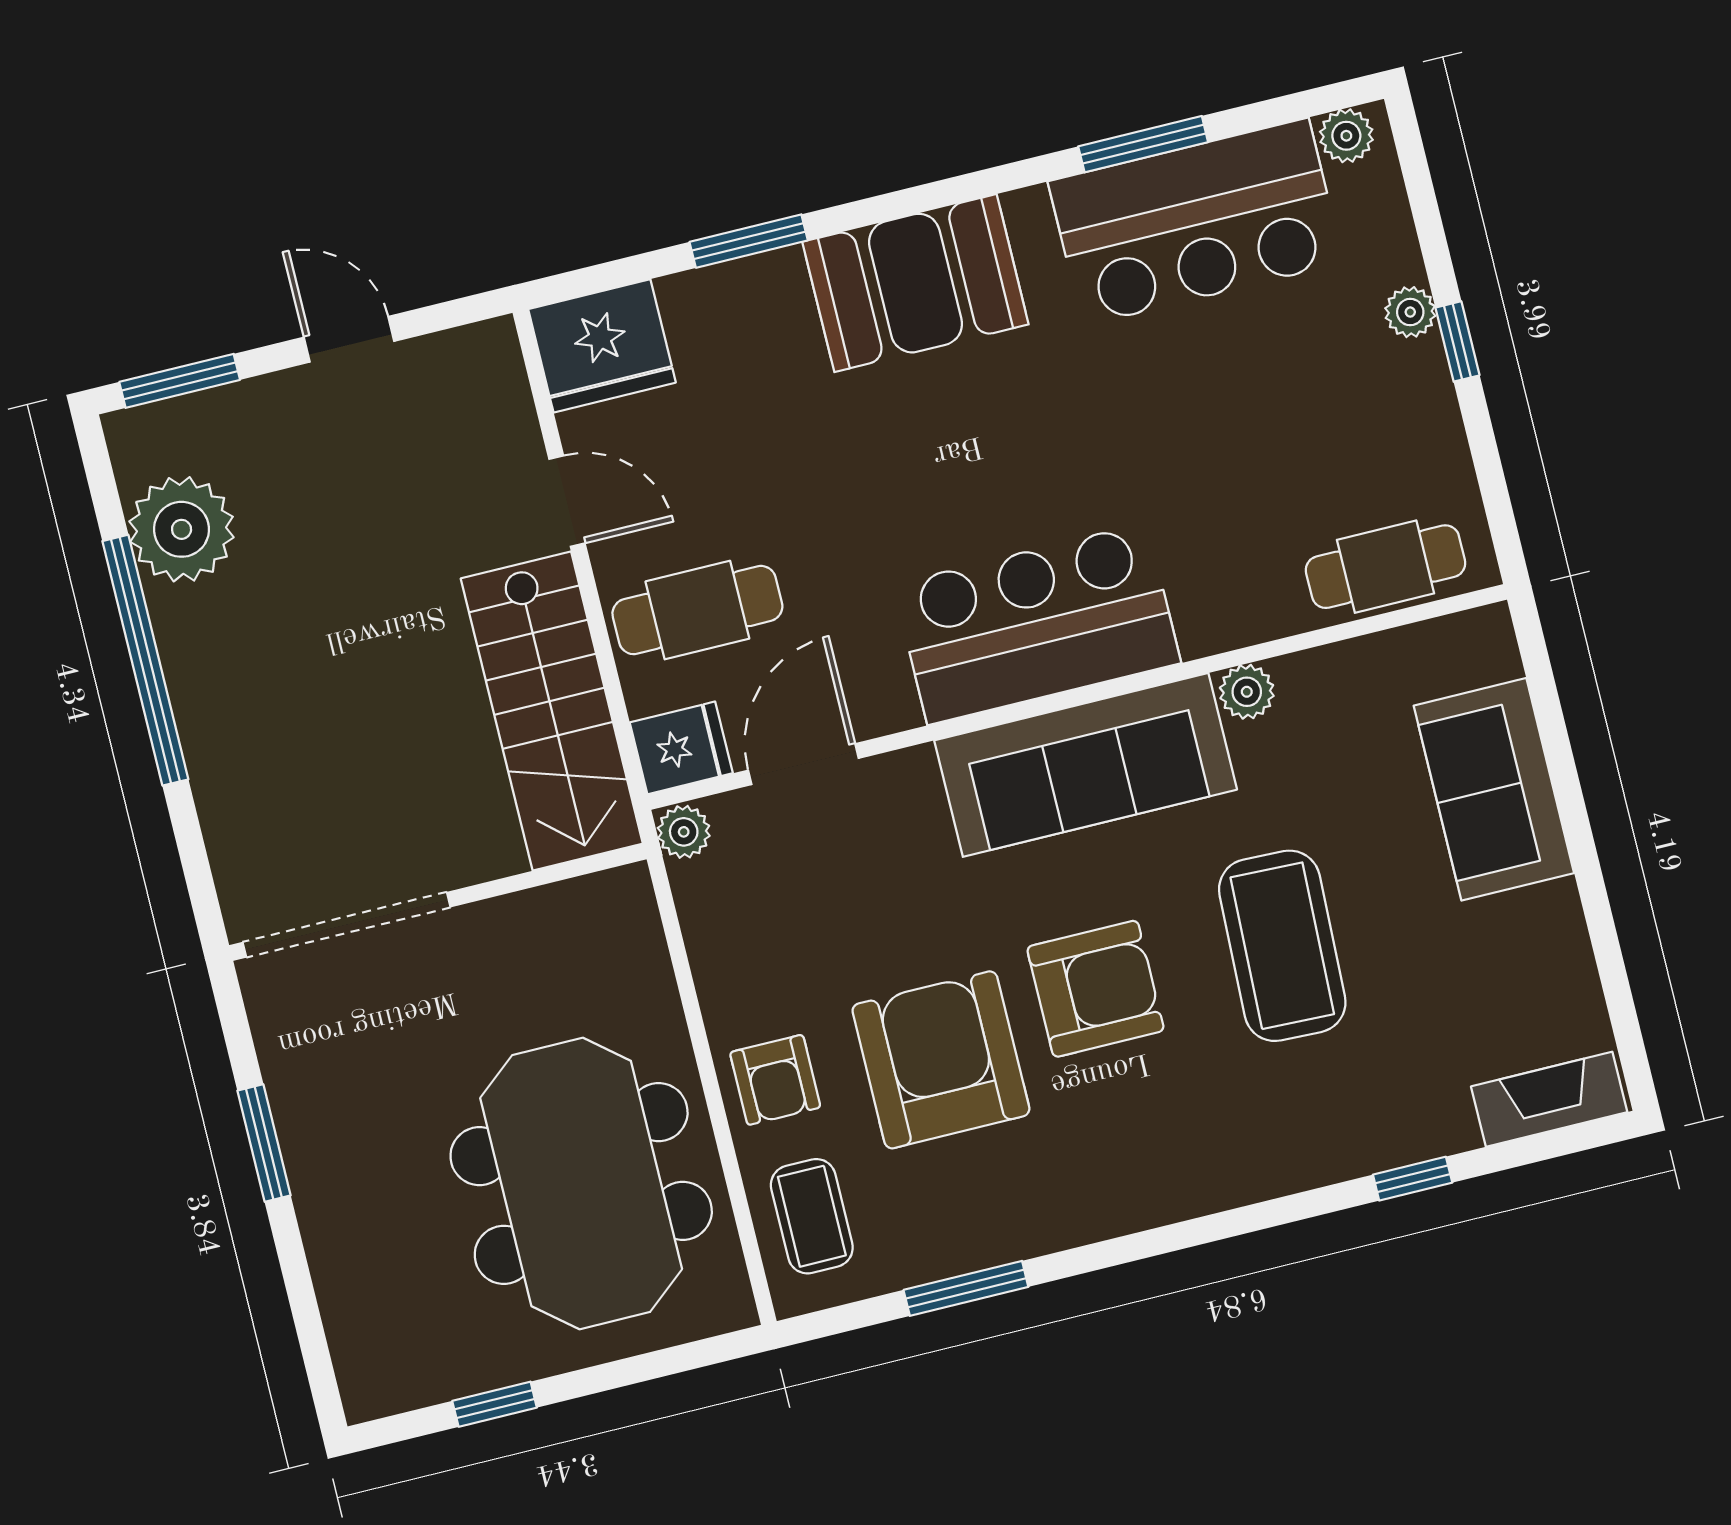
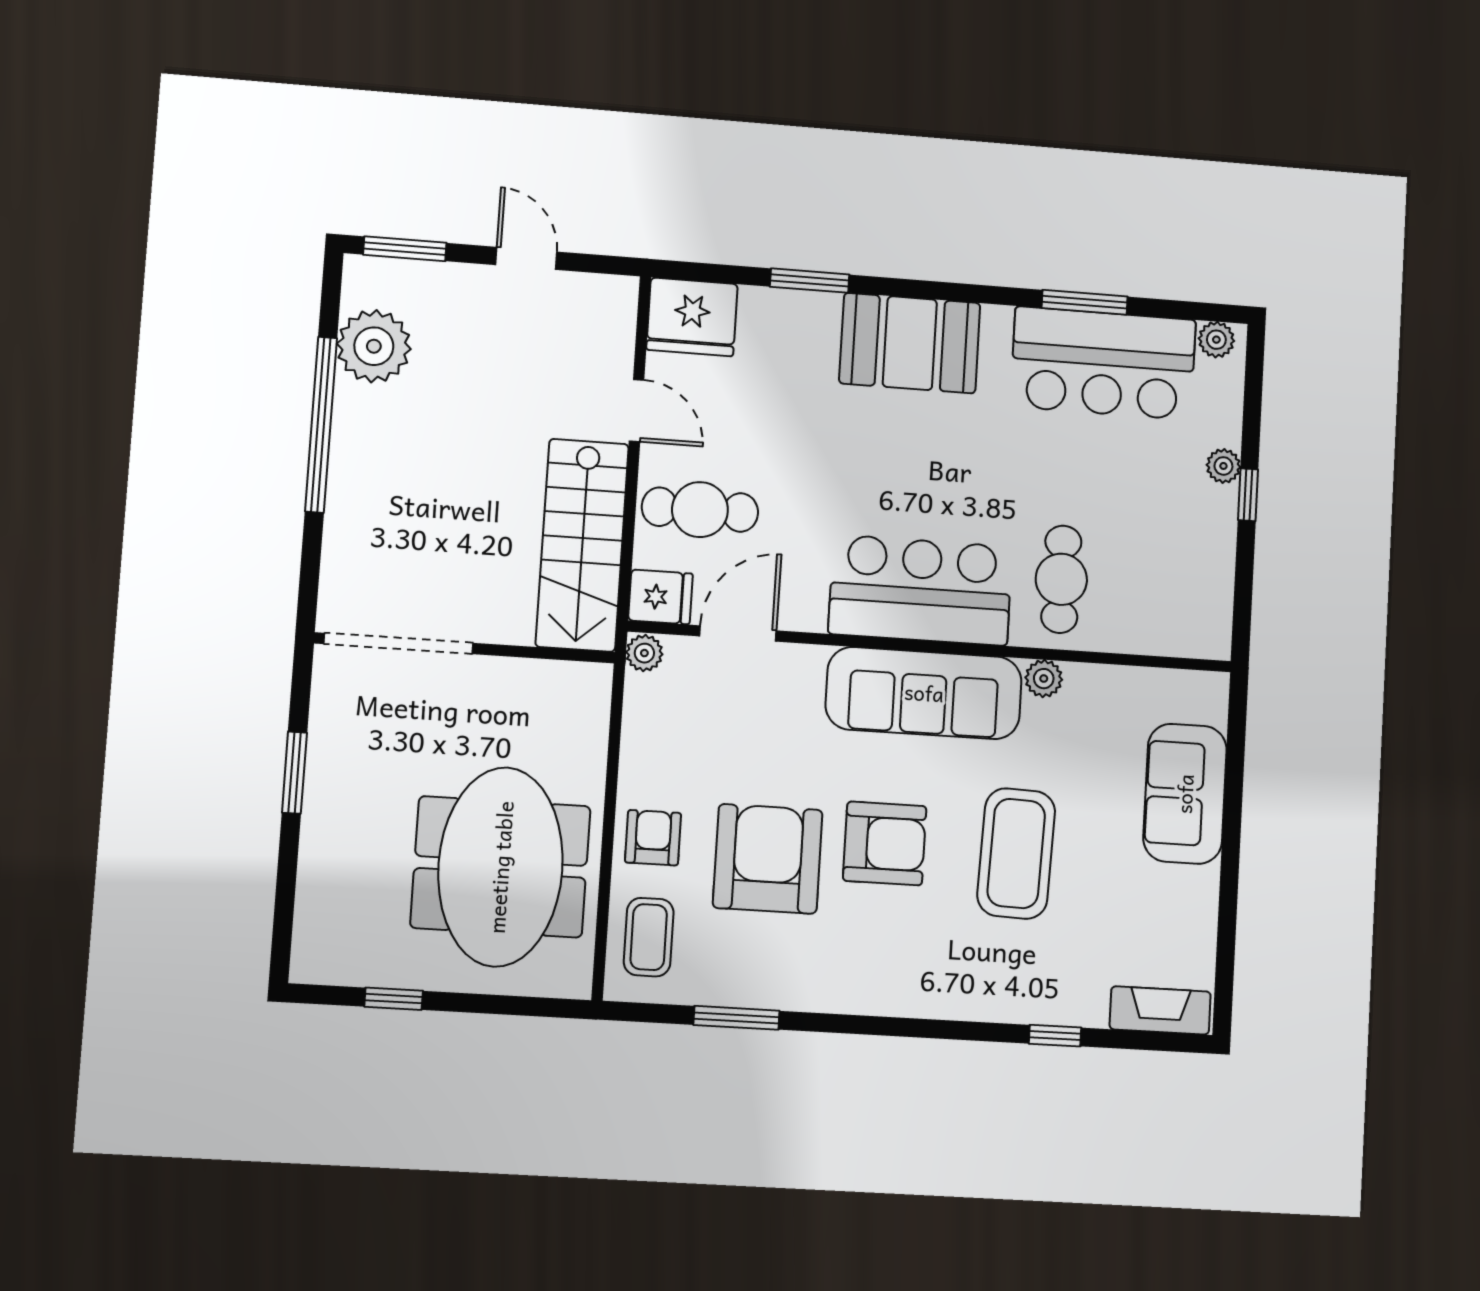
cafe table: (1386, 567) -> (1061, 579), moved, turned 90
armchair: (775, 1080) -> (653, 838), turned 180

